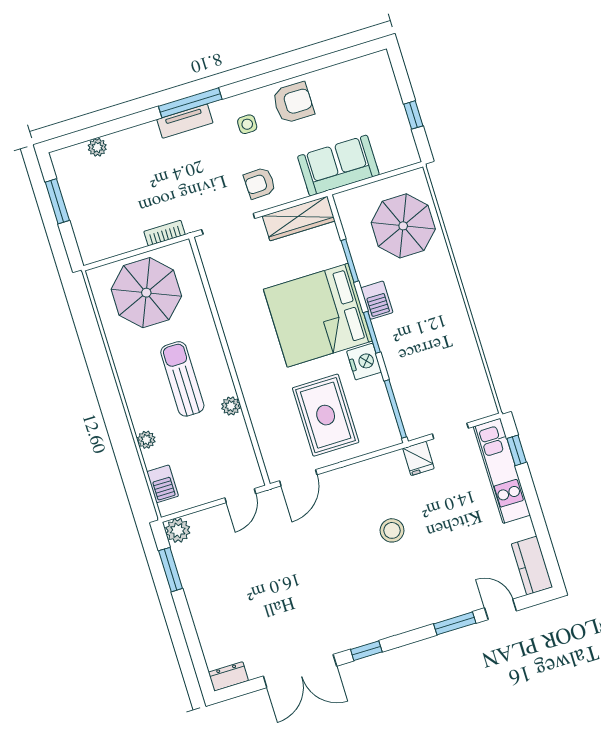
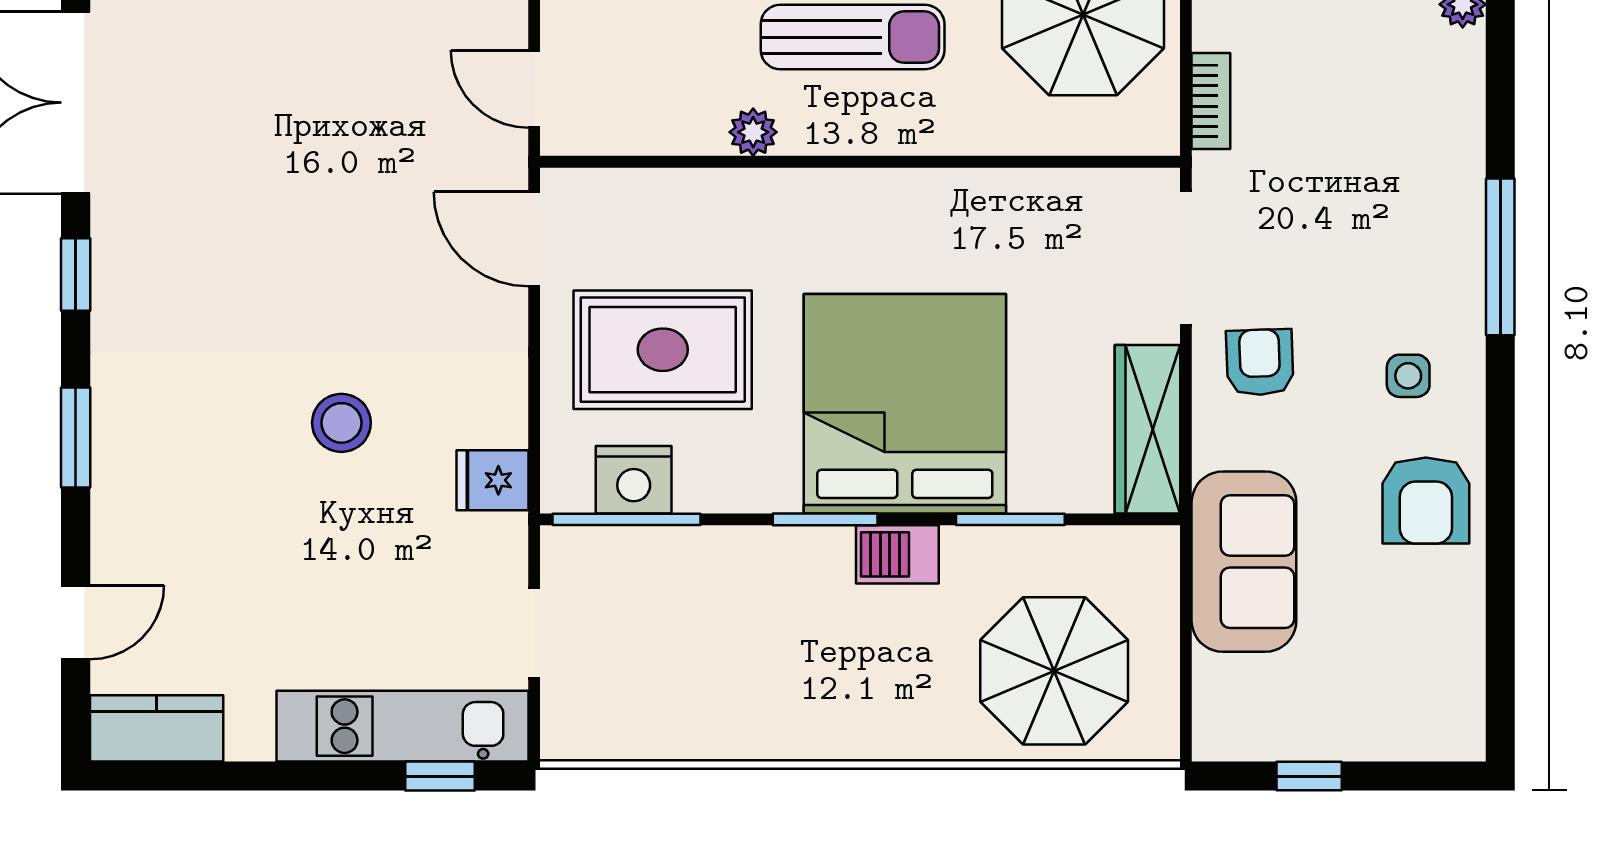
tv unit: (185, 121) -> (1461, 231), removed
nightstand: (364, 362) -> (634, 480), moved
fridge: (418, 458) -> (493, 480), moved
window: (455, 623) -> (76, 437), moved

